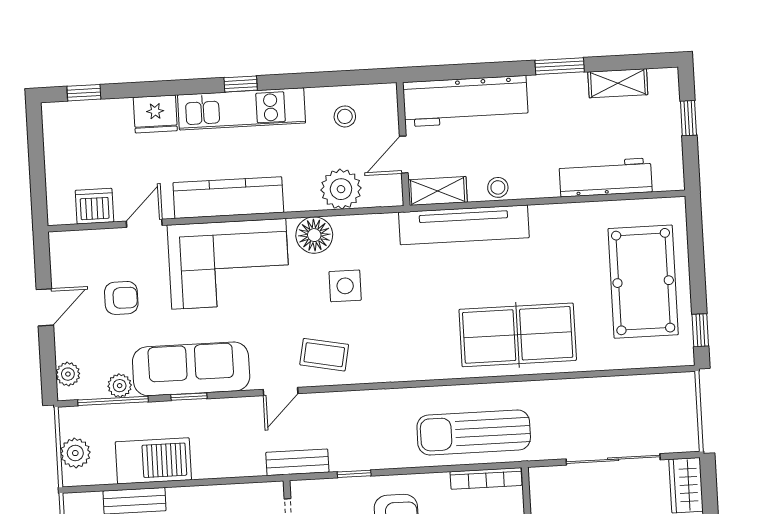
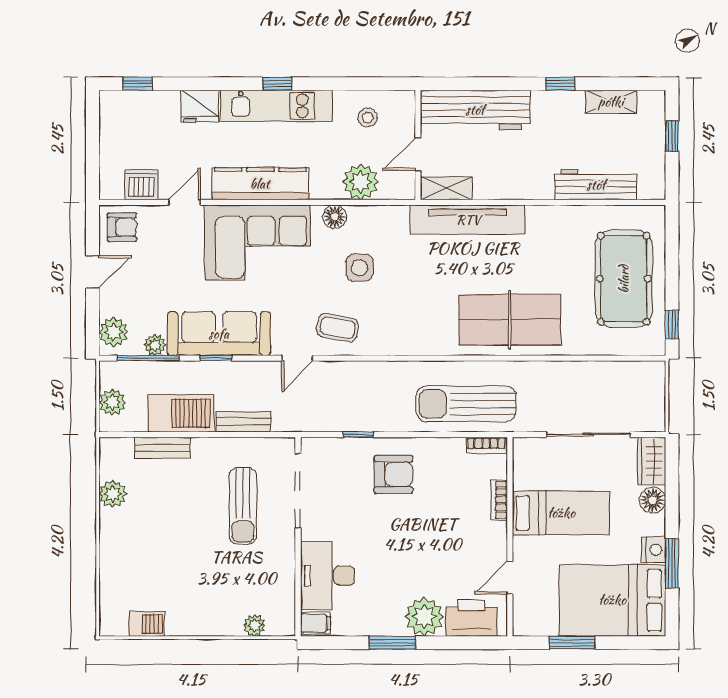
window: (560, 66) -> (560, 84), width x0.67
stool: (498, 187) -> (500, 188), removed
floor lamp: (314, 235) -> (335, 217), width x0.73, depth x0.73
armchair: (121, 298) -> (122, 227), moved
plant: (68, 374) -> (114, 332), width x1.38, depth x1.38
bench: (297, 462) -> (243, 422), moved
bookcase: (486, 478) -> (486, 445), width x0.64

